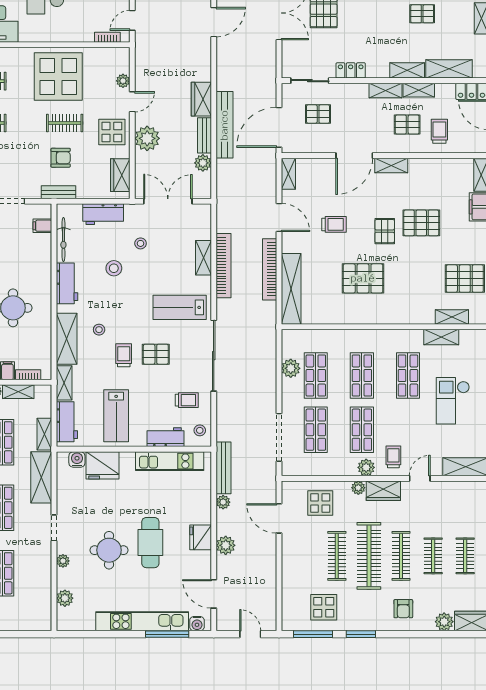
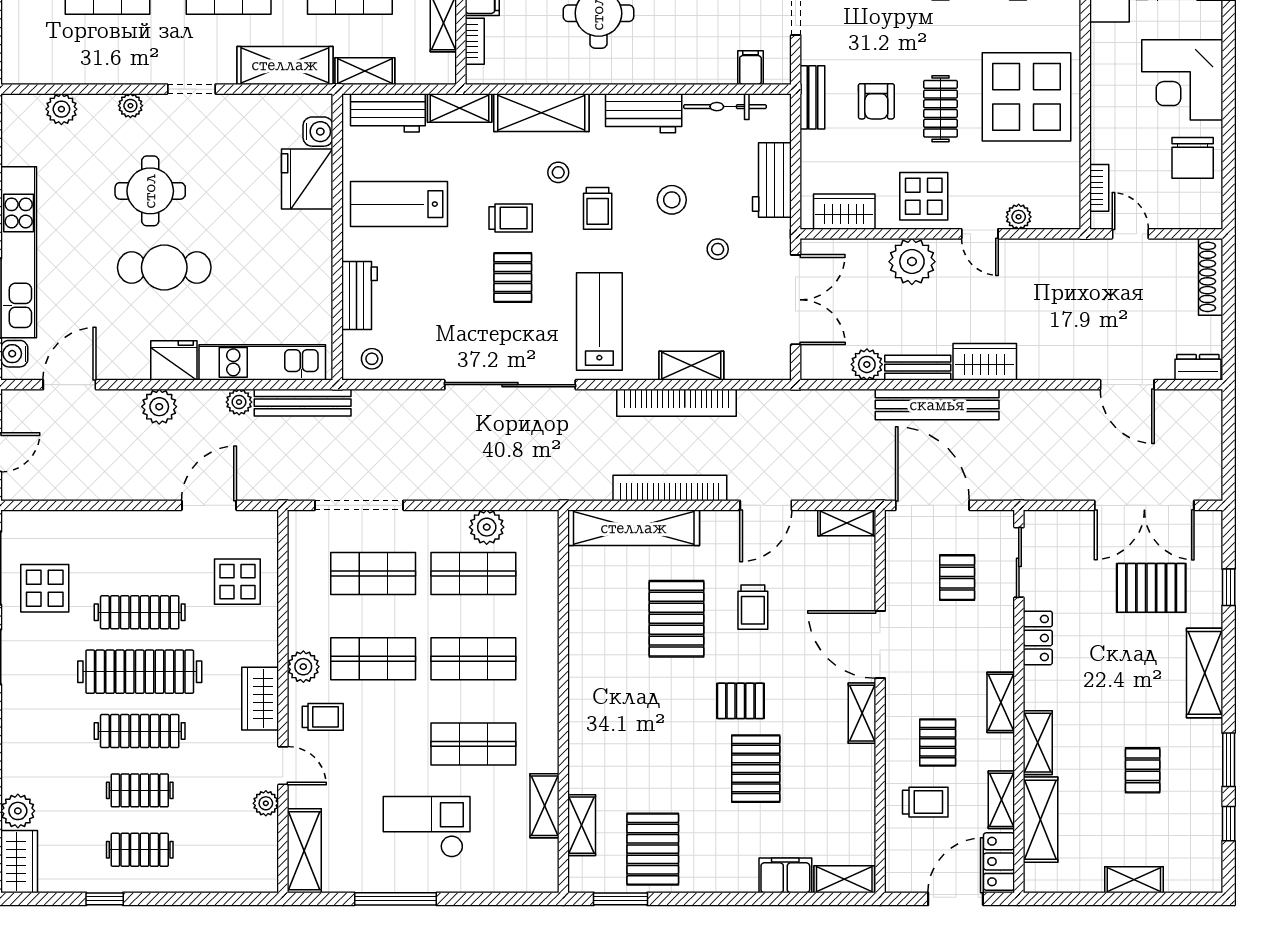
shelving: (419, 90) -> (1001, 800), moved
pallet: (363, 278) -> (676, 619), moved
trolley: (187, 400) -> (598, 208), moved
kitchen unit: (170, 461) -> (262, 362), moved, turned 90
plant: (358, 488) -> (266, 803), moved
armchair: (403, 609) -> (42, 735), removed

